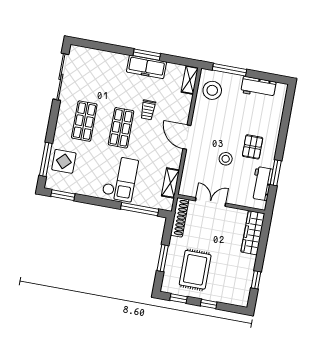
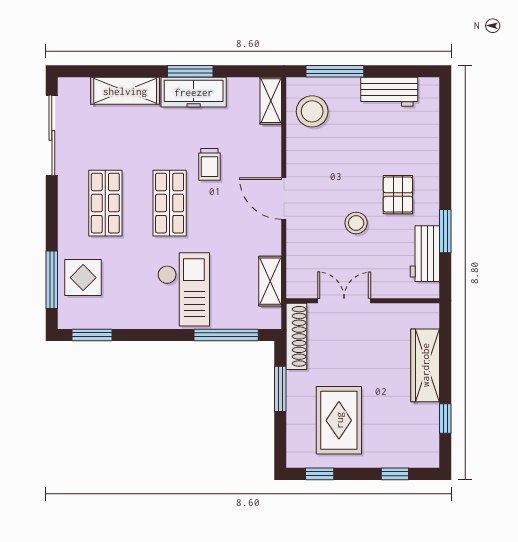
shelving: (107, 59) -> (125, 91), added
wardrobe: (253, 233) -> (425, 365), moved
window: (163, 258) -> (280, 389), moved
window: (209, 304) -> (395, 474), moved

